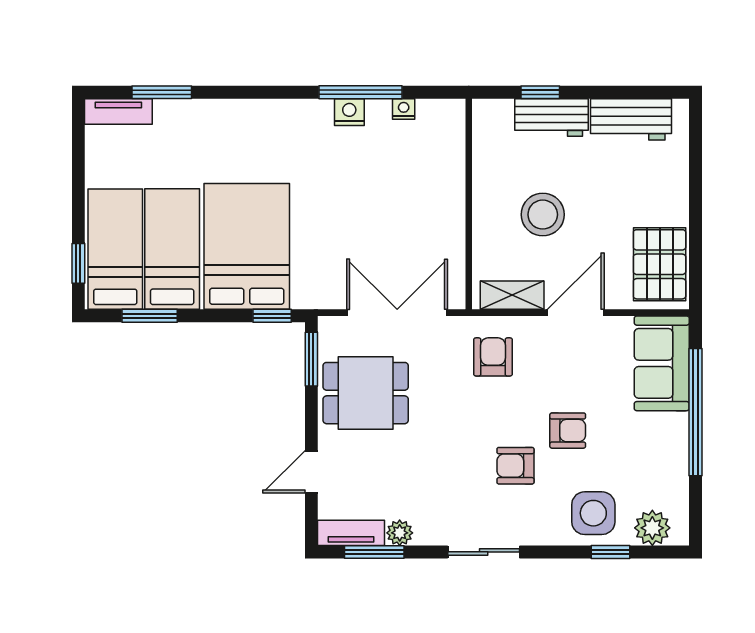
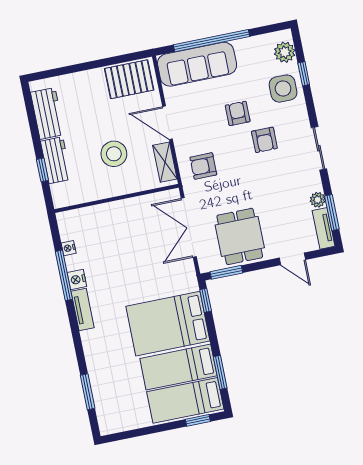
tv unit: (118, 111) -> (83, 310), moved
sofa: (662, 363) -> (197, 64), width x1.36

